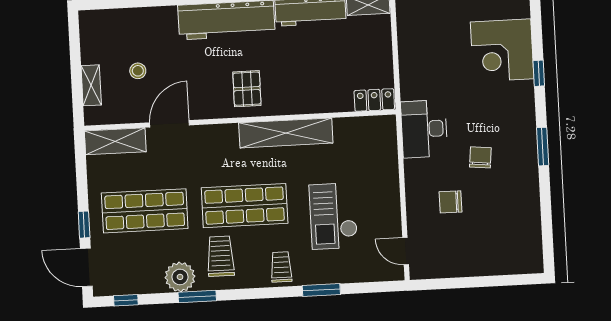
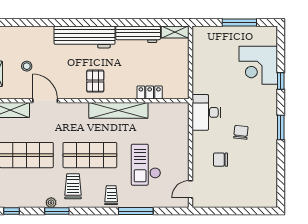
locker: (374, 100) -> (150, 92), moved
door: (170, 124) -> (45, 101), hinge flipped
door: (406, 251) -> (190, 189), hinge flipped
plant: (180, 277) -> (51, 203), width x0.53, depth x0.53
window: (321, 290) -> (136, 211), width x1.44

